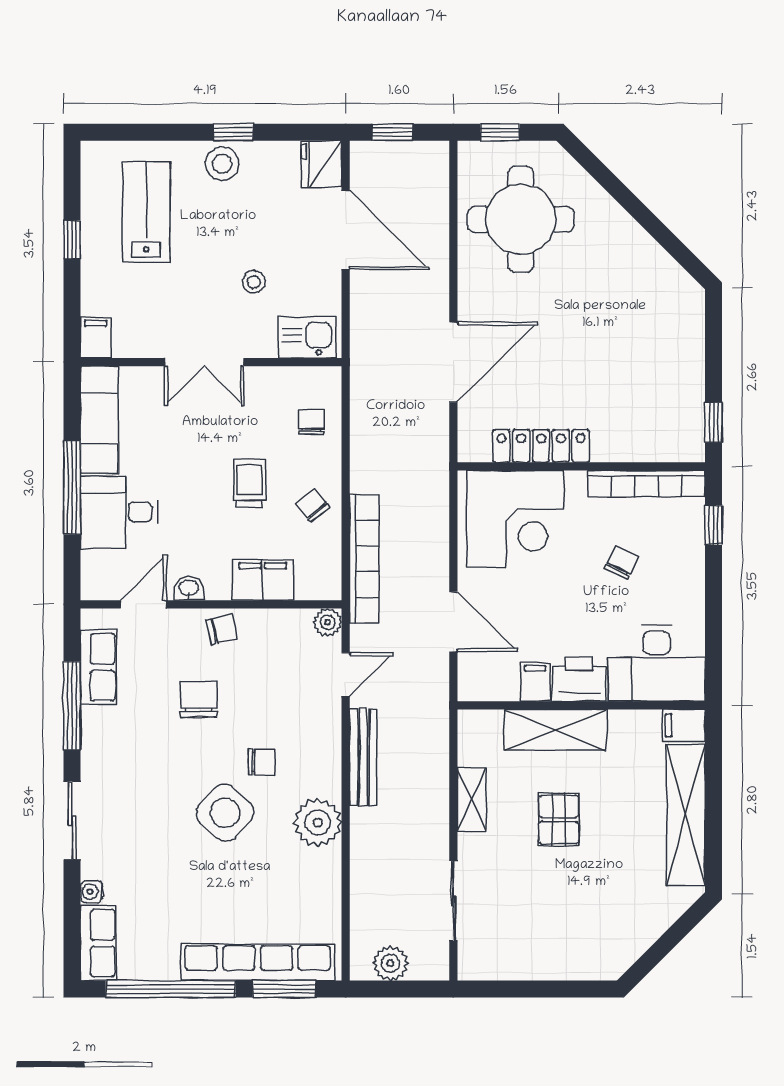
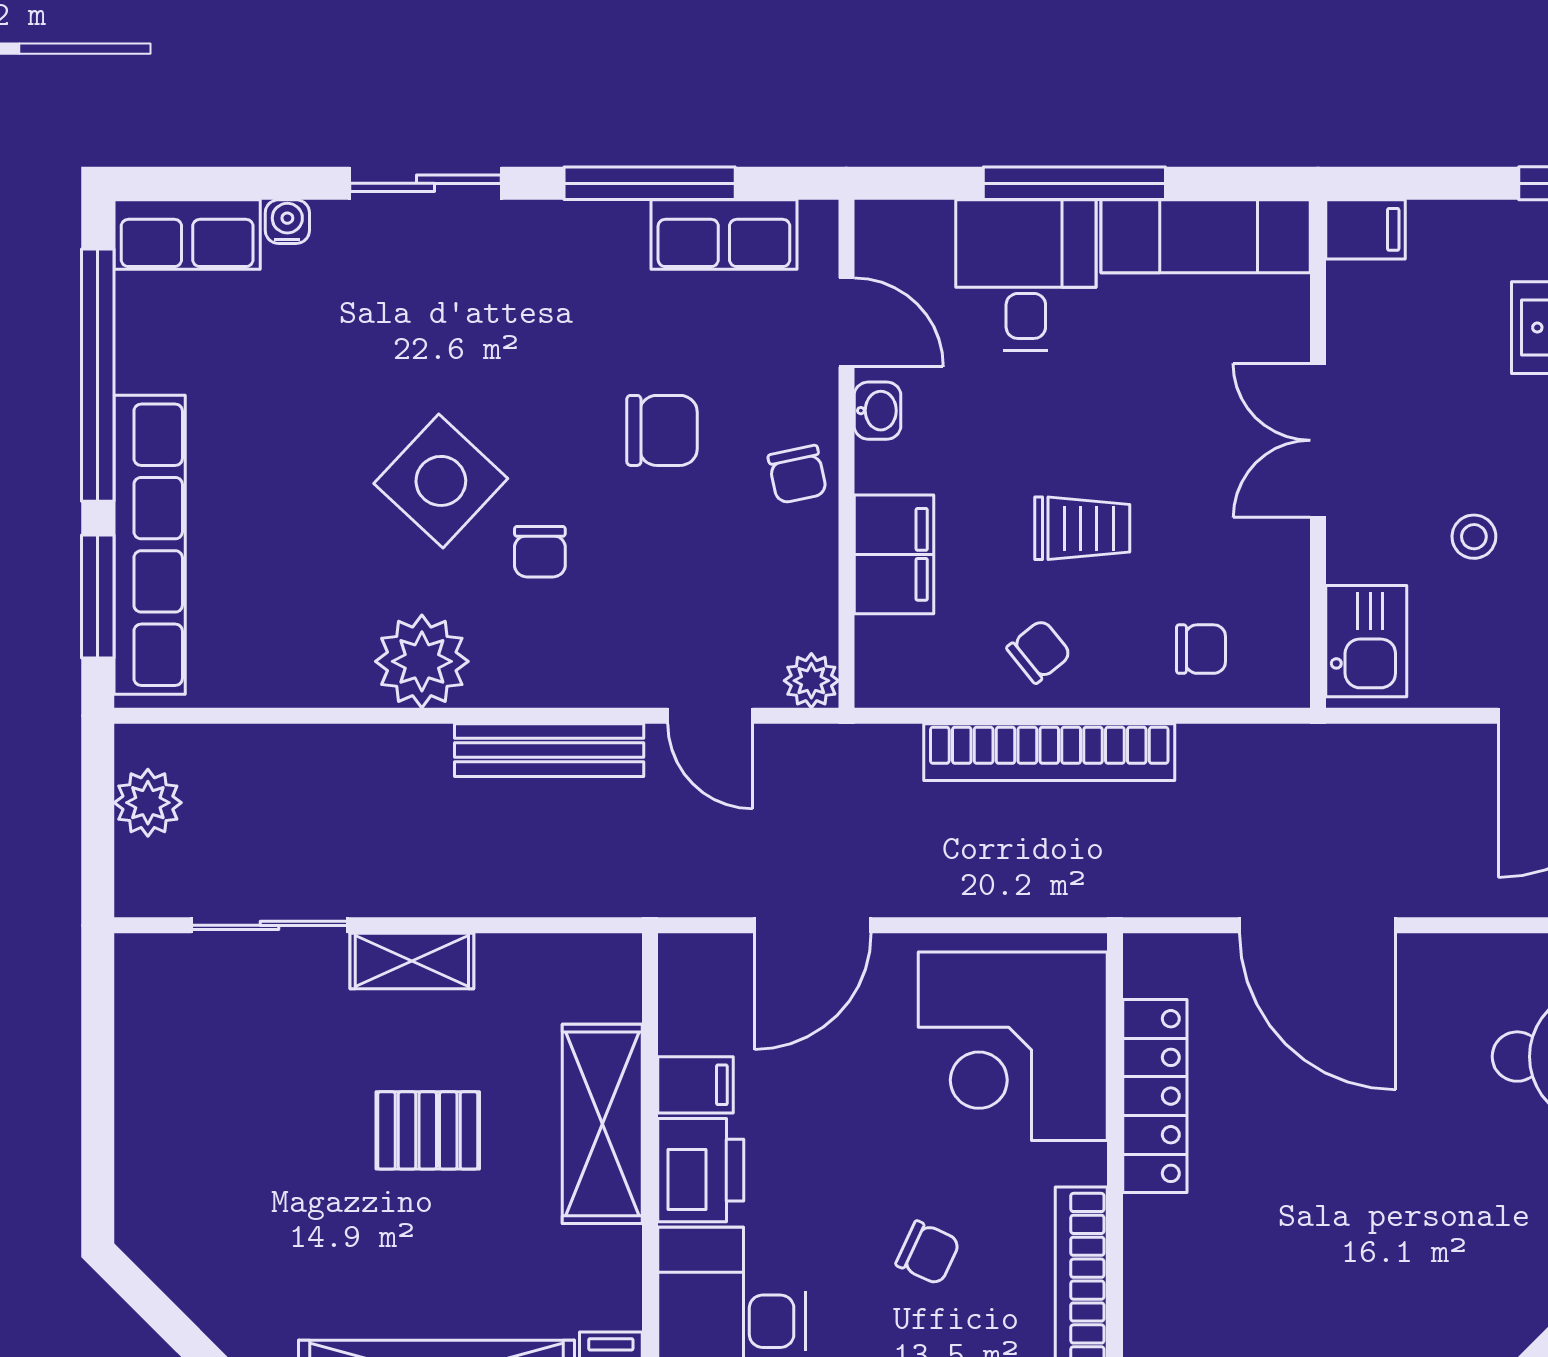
bookcase: (364, 559) -> (1049, 752), moved
shelving: (472, 800) -> (412, 961), moved

